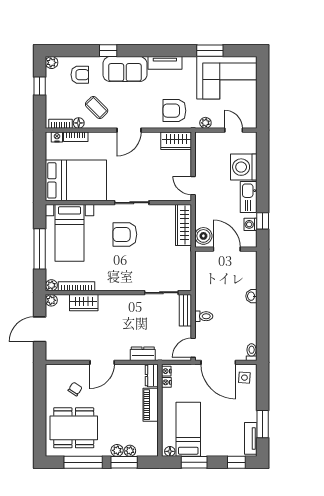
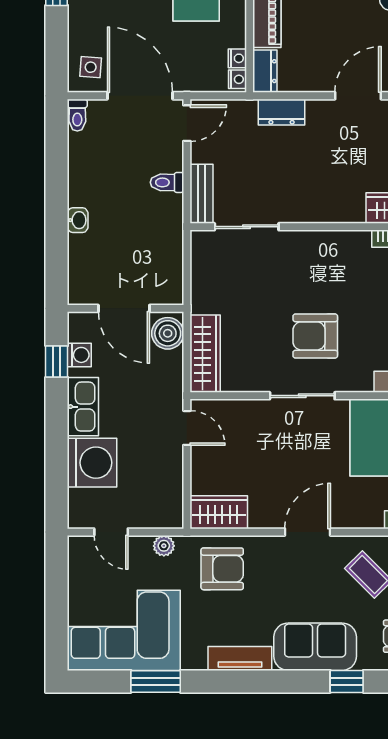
armchair: (125, 234) -> (315, 336), turned 180

